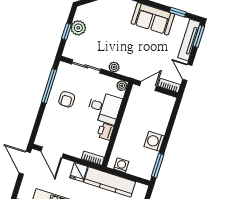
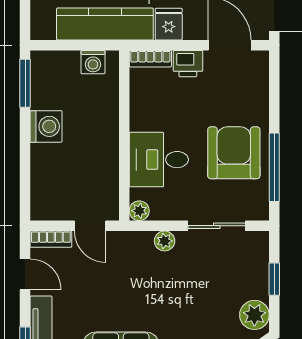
plant: (78, 28) -> (254, 315), moved
door: (148, 86) -> (90, 226), hinge flipped
armchair: (67, 99) -> (234, 153), width x1.88, depth x1.88
printer: (105, 132) -> (188, 64), moved, turned 90

